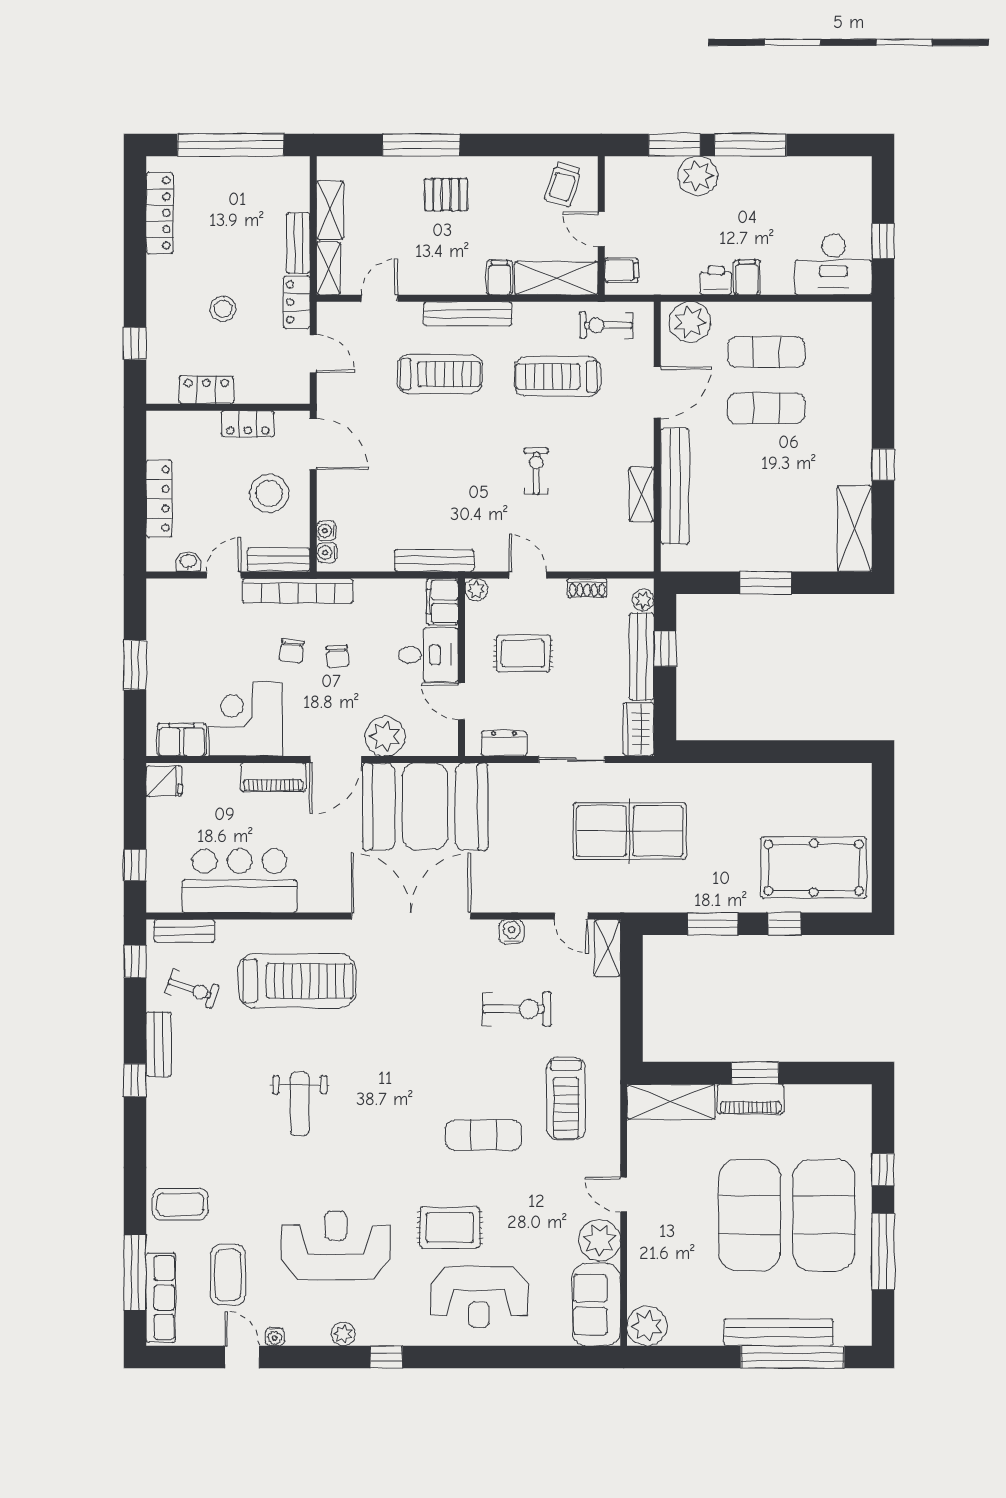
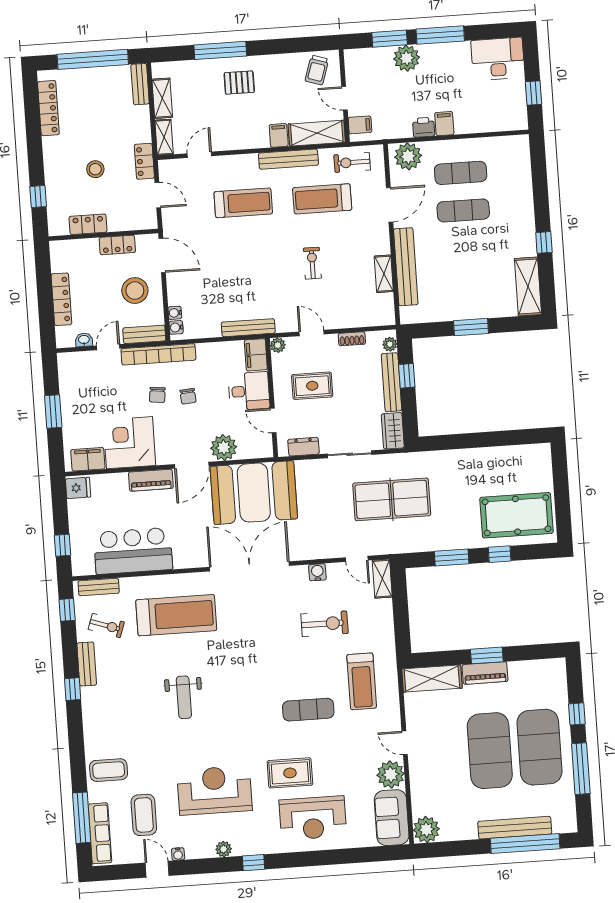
bench: (298, 243) -> (140, 84), moved
desk: (833, 265) -> (498, 59), moved, turned 180
bench: (468, 314) -> (288, 159), moved

